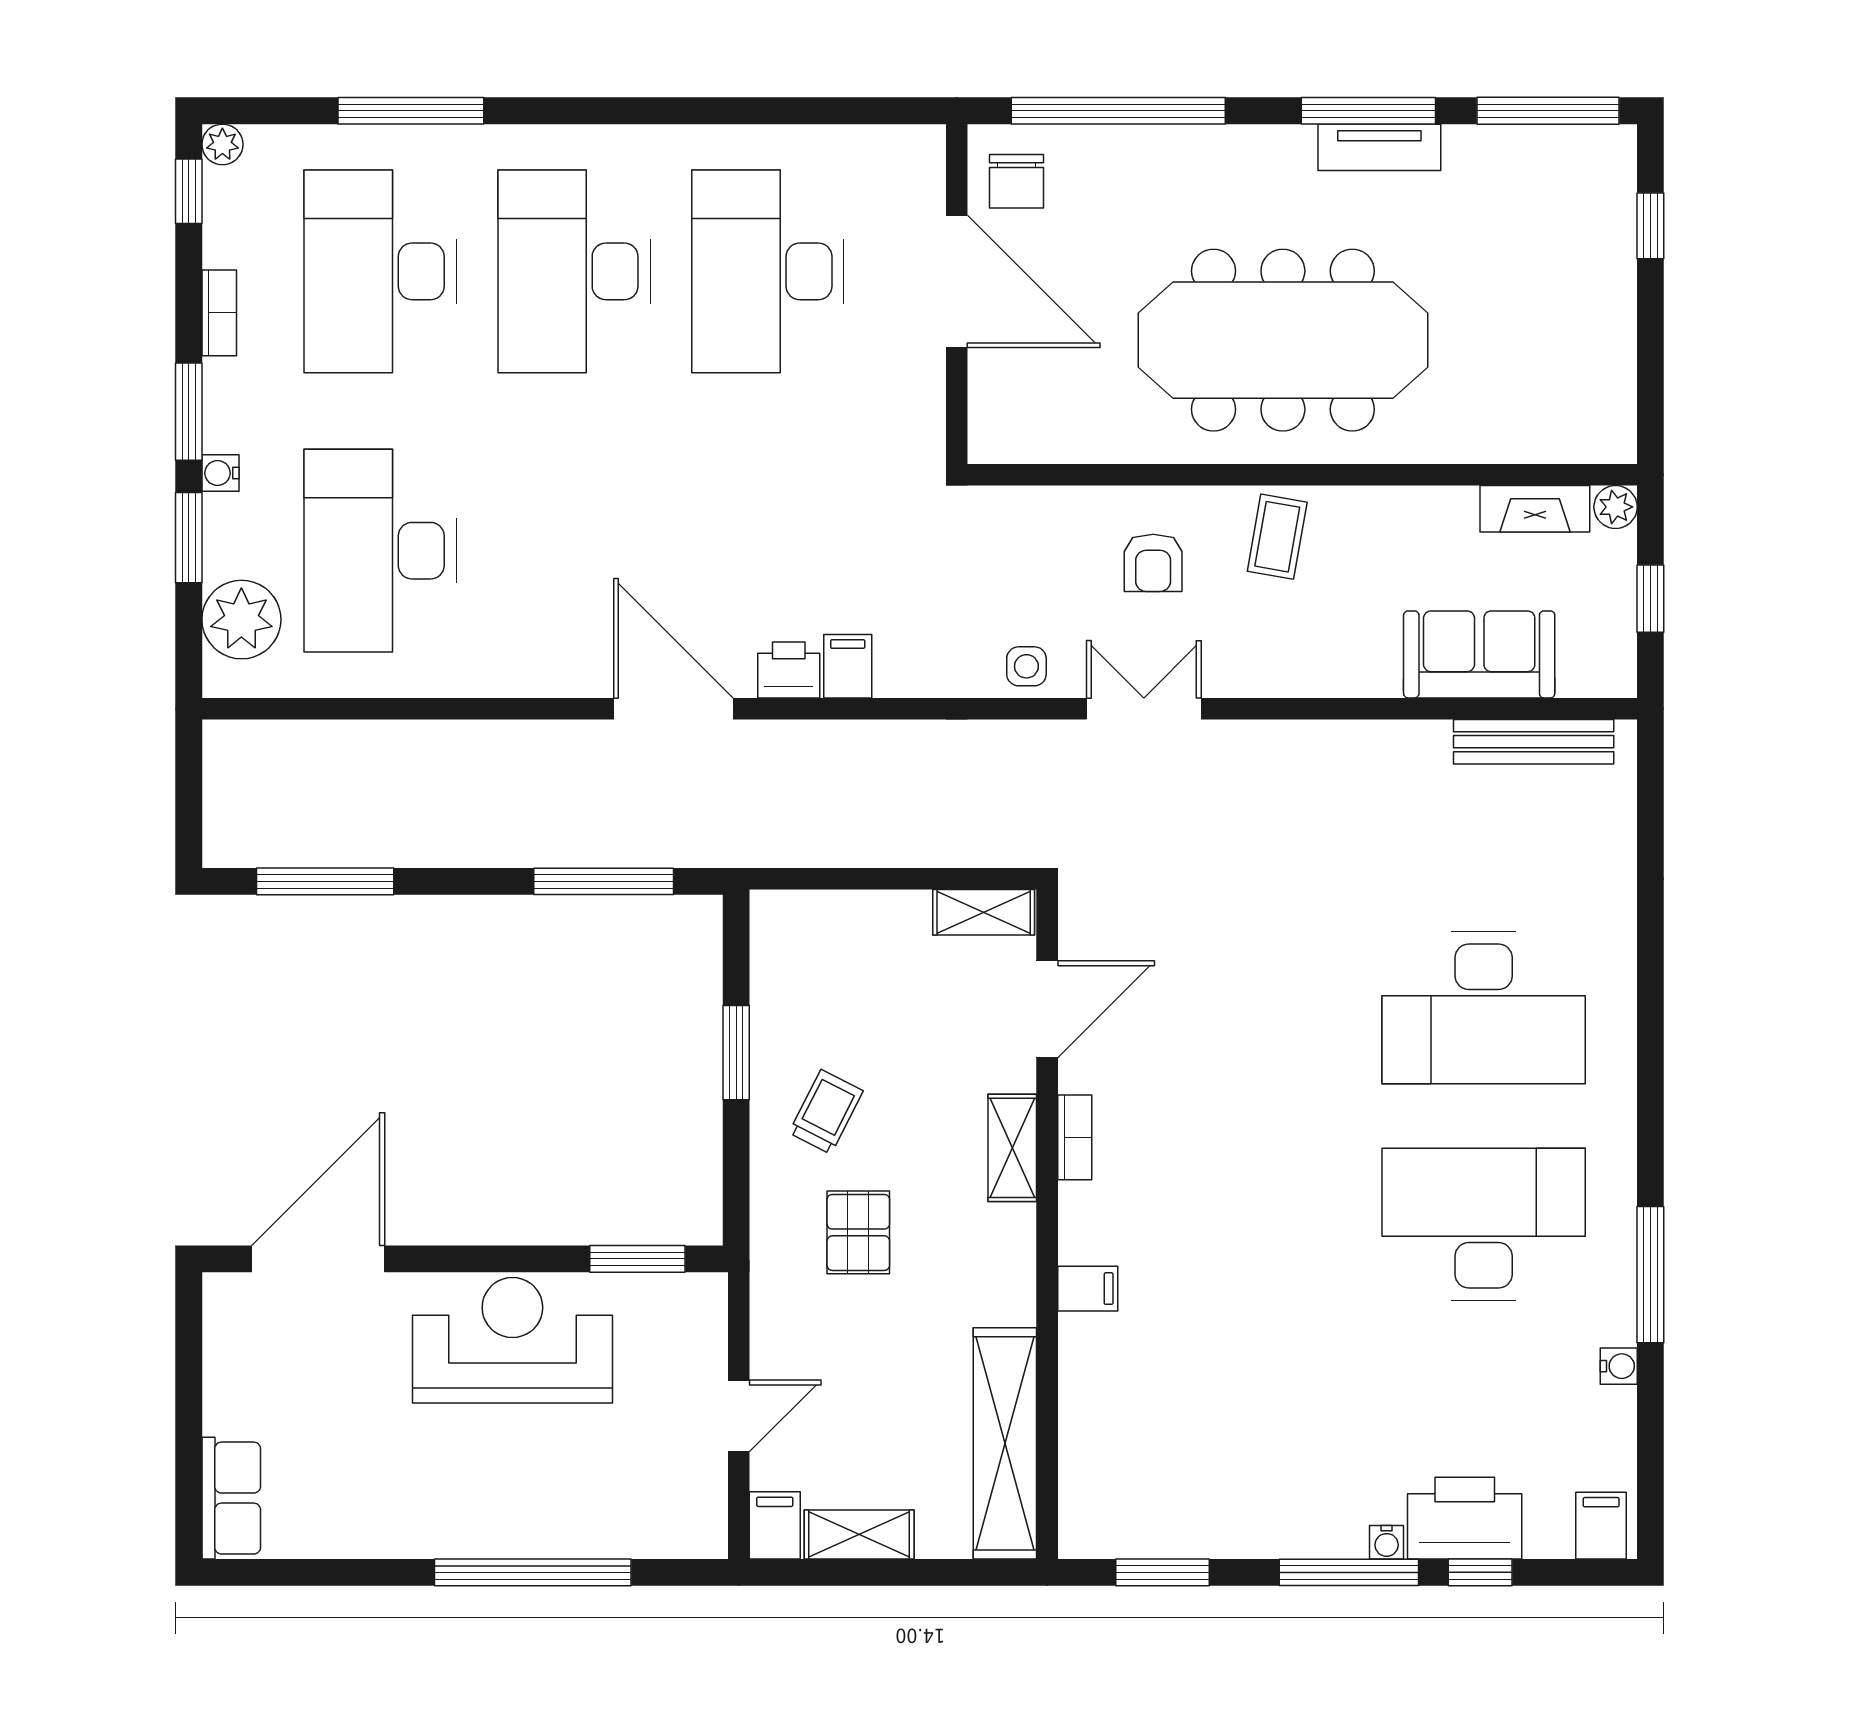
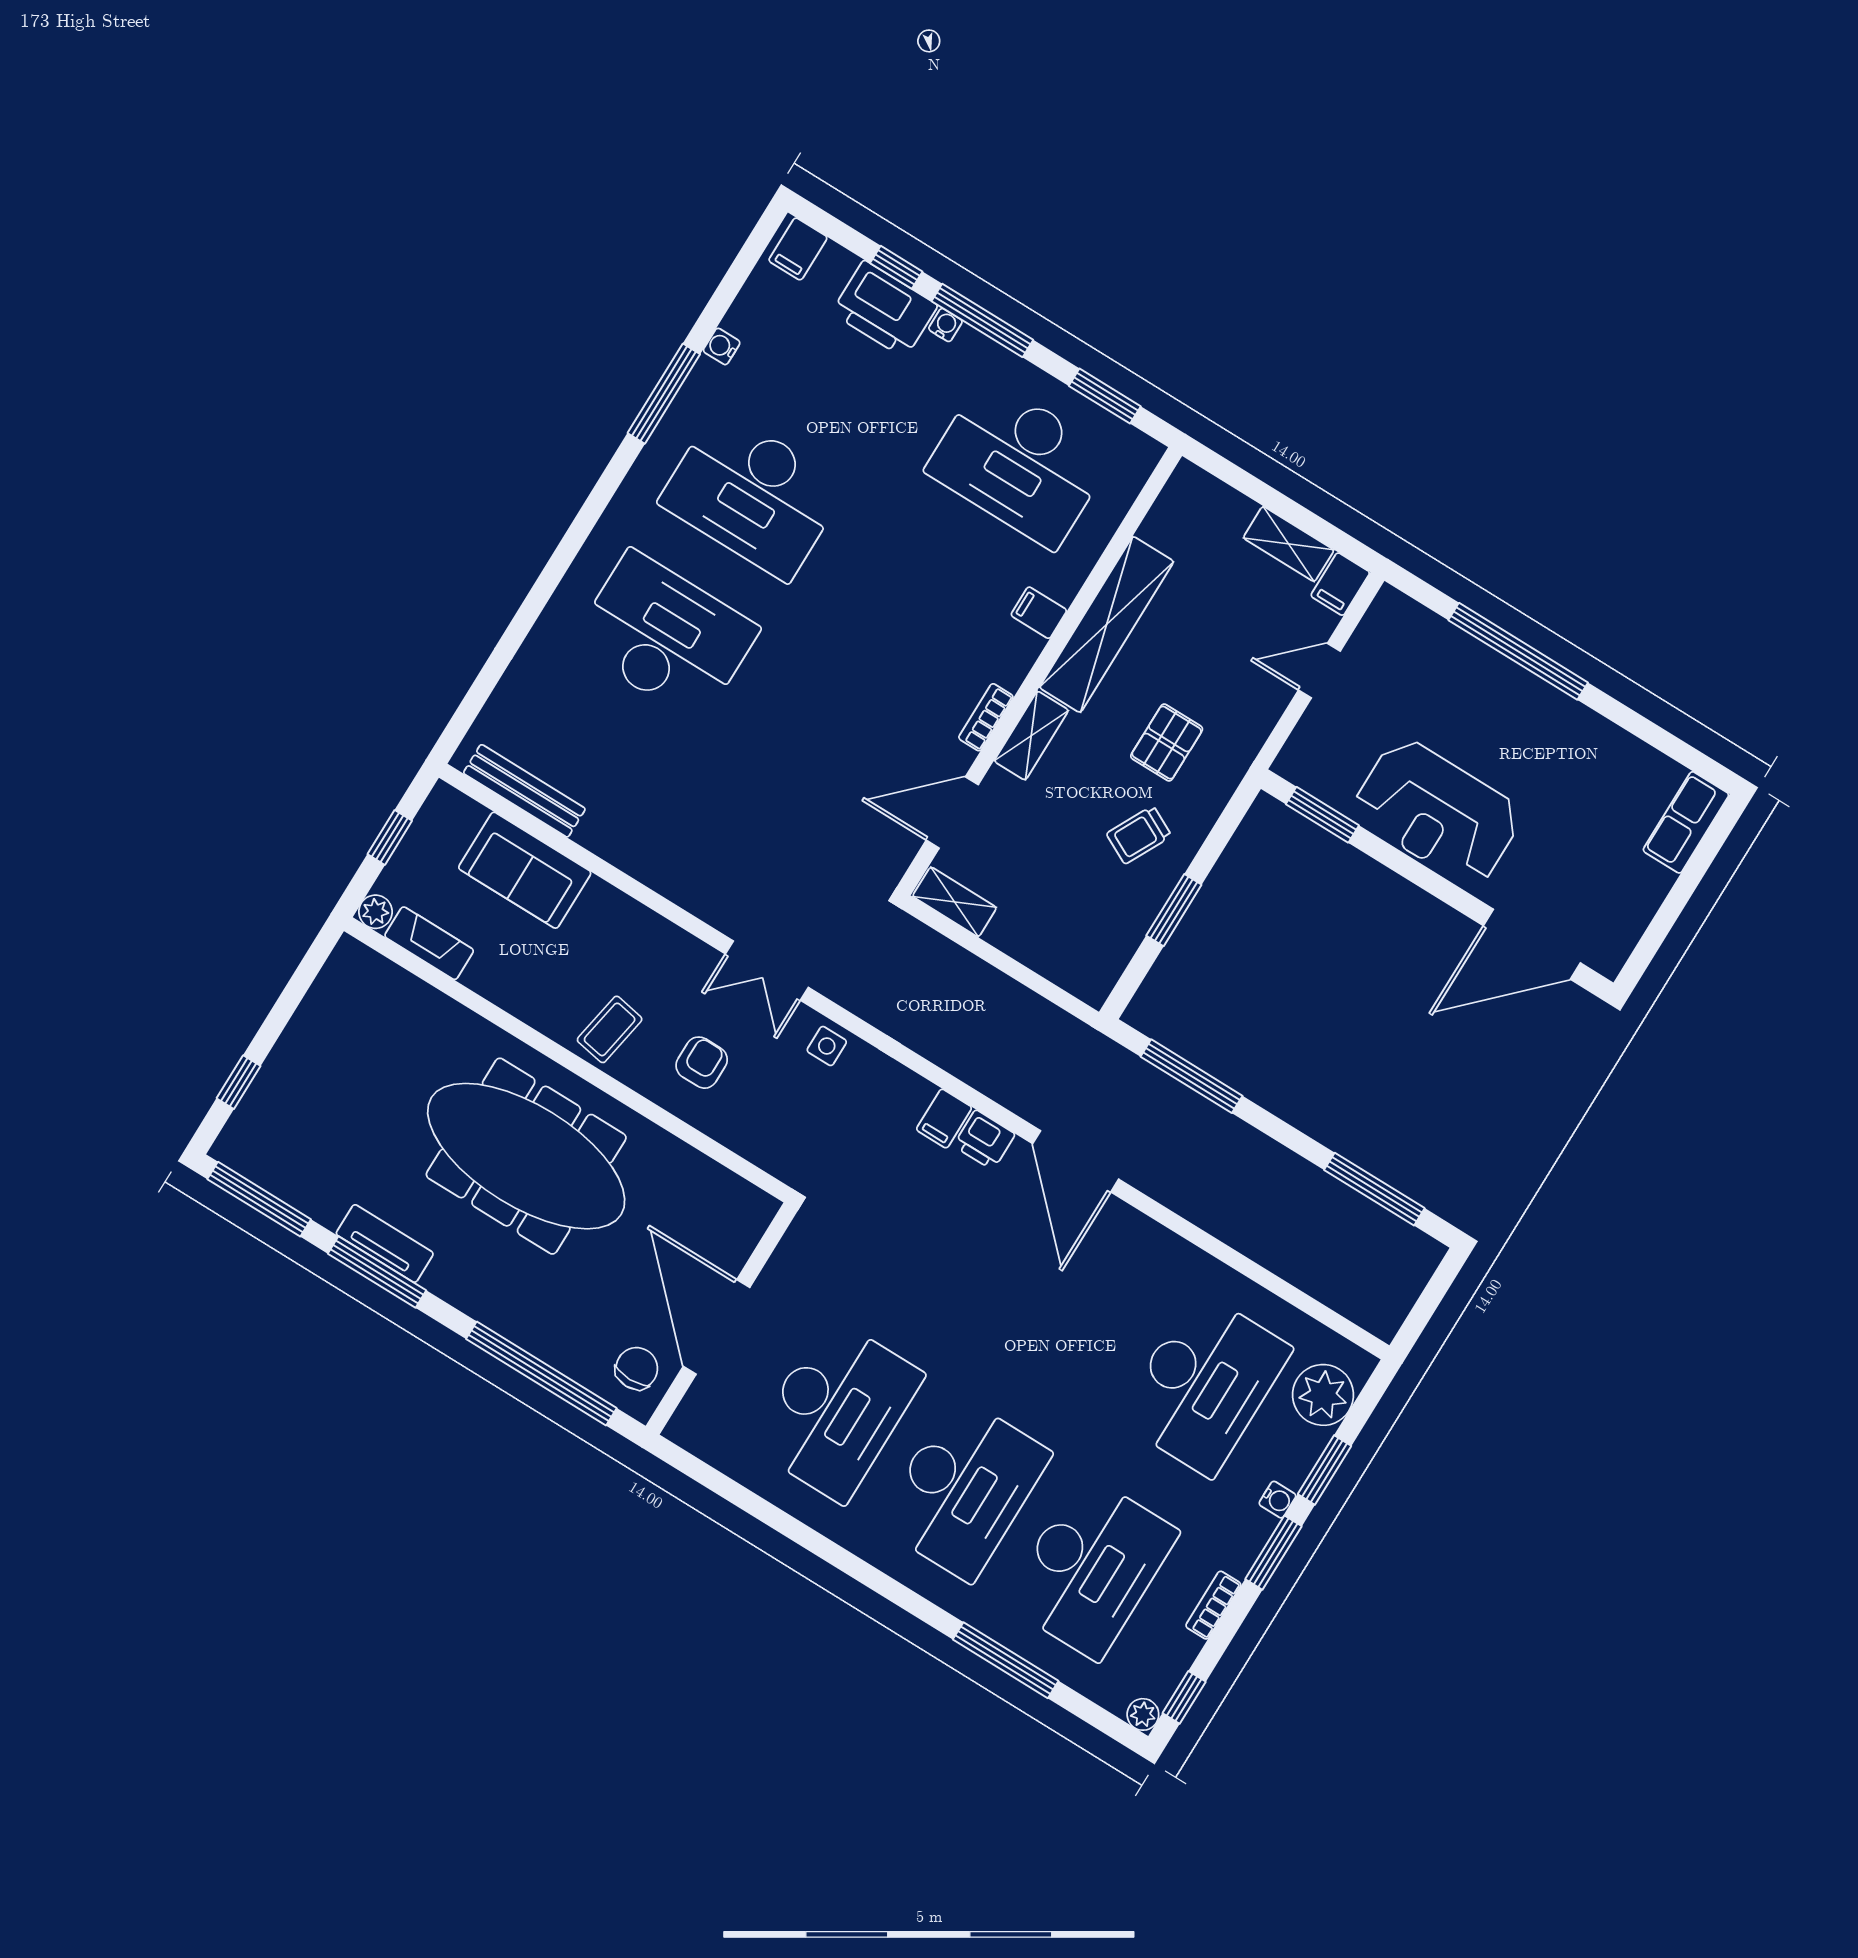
desk: (1211, 1441) -> (1019, 463), added
shelving: (1005, 1443) -> (1107, 624), moved

